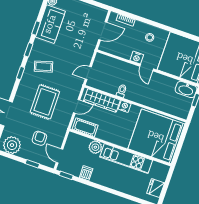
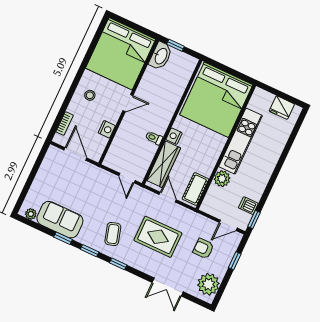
nightstand: (137, 58) -> (107, 129), moved
dishwasher: (86, 173) -> (248, 206), moved

